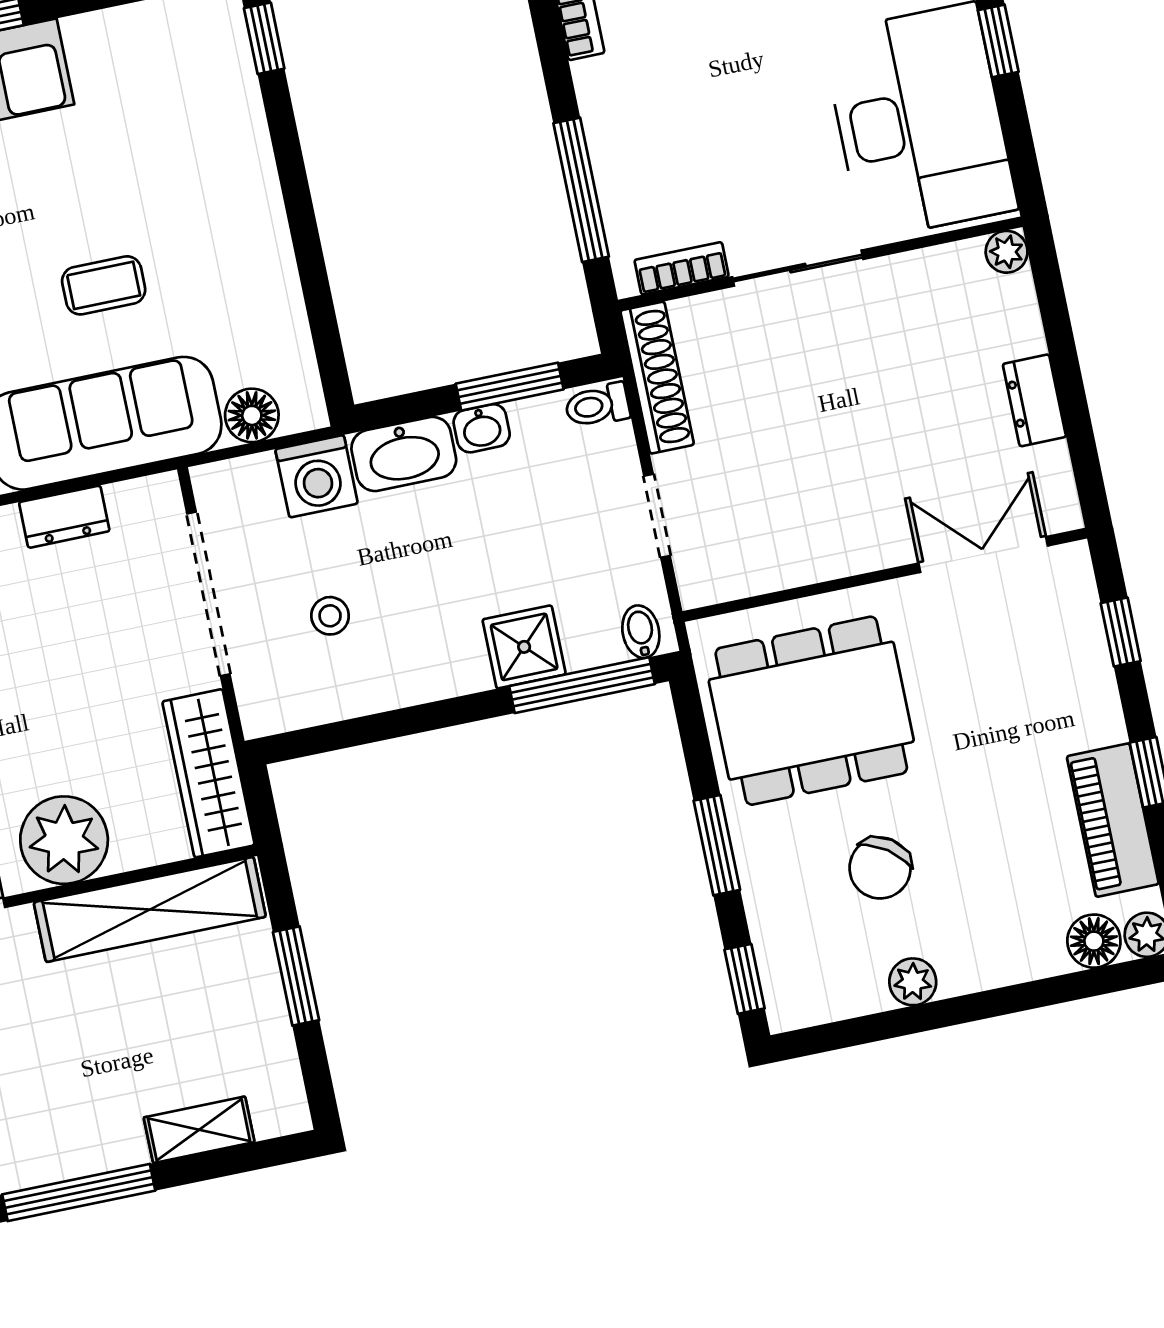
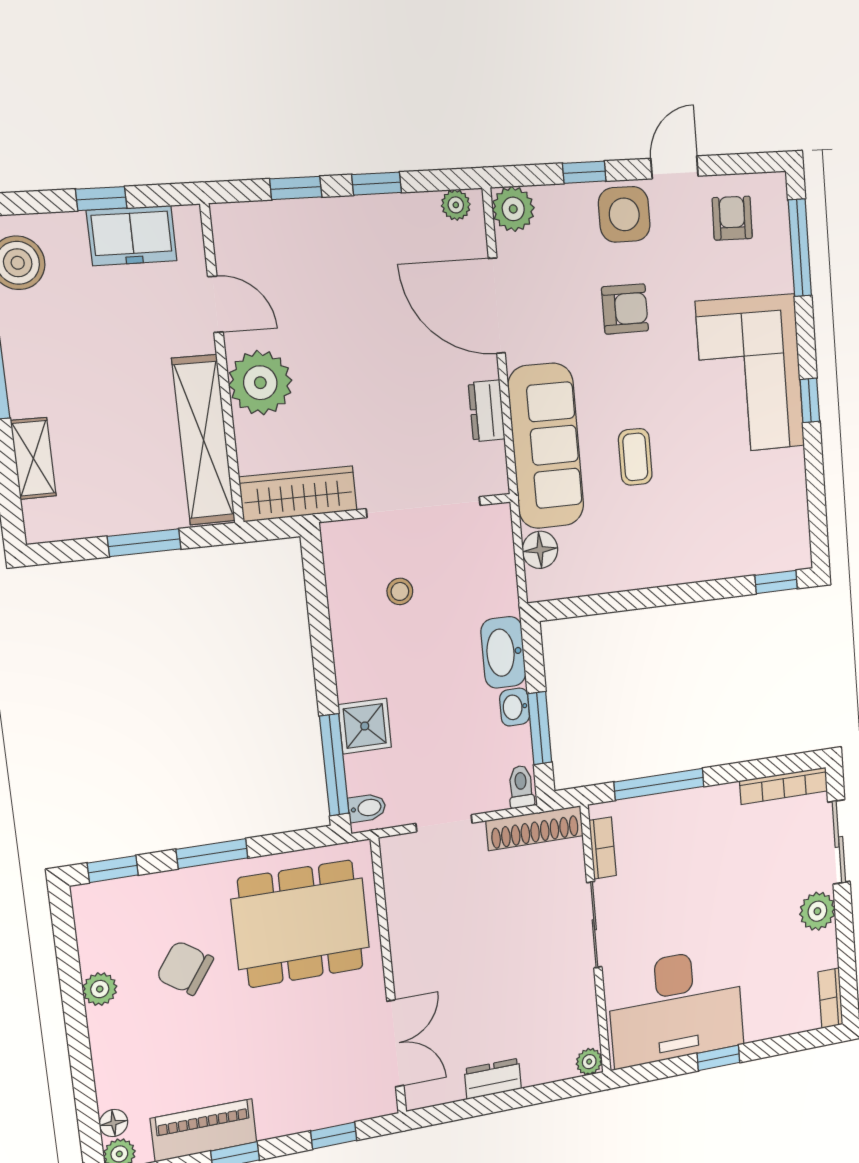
washing machine: (317, 476) -> (495, 591), removed
dining table: (811, 711) -> (301, 924), turned 90
floor lamp: (1094, 941) -> (113, 1123), width x0.73, depth x0.73

